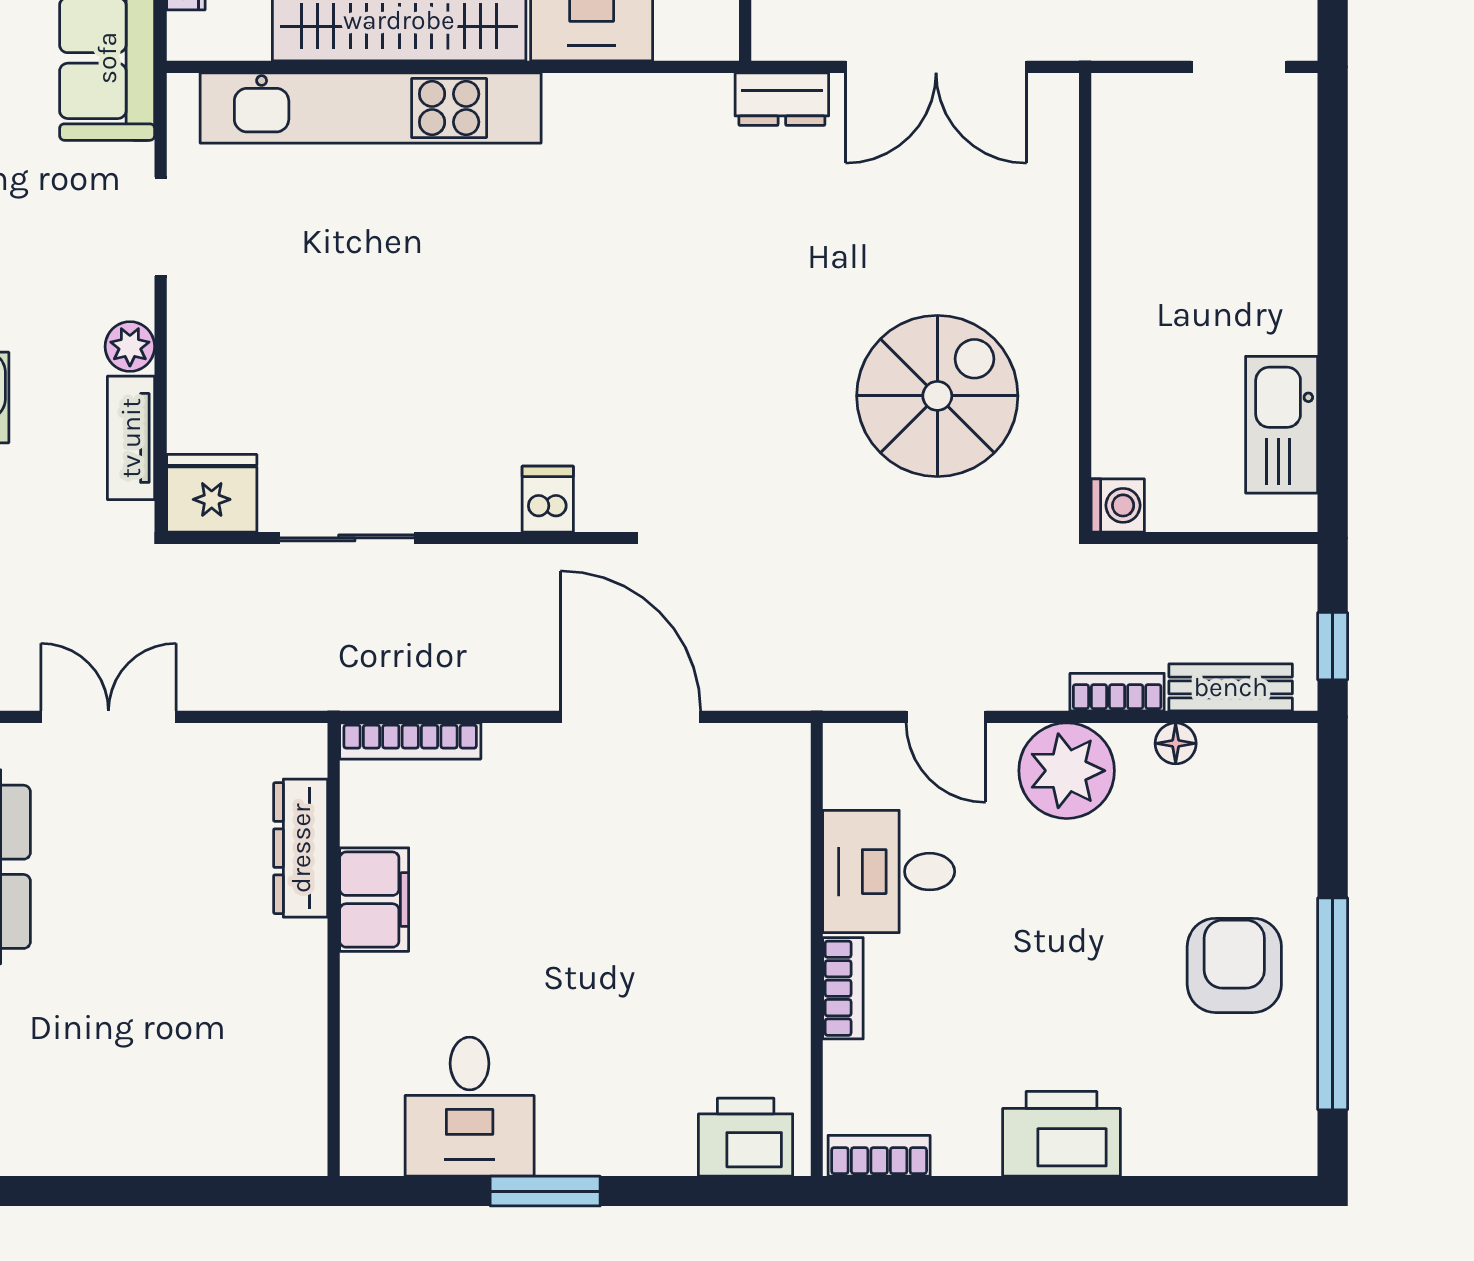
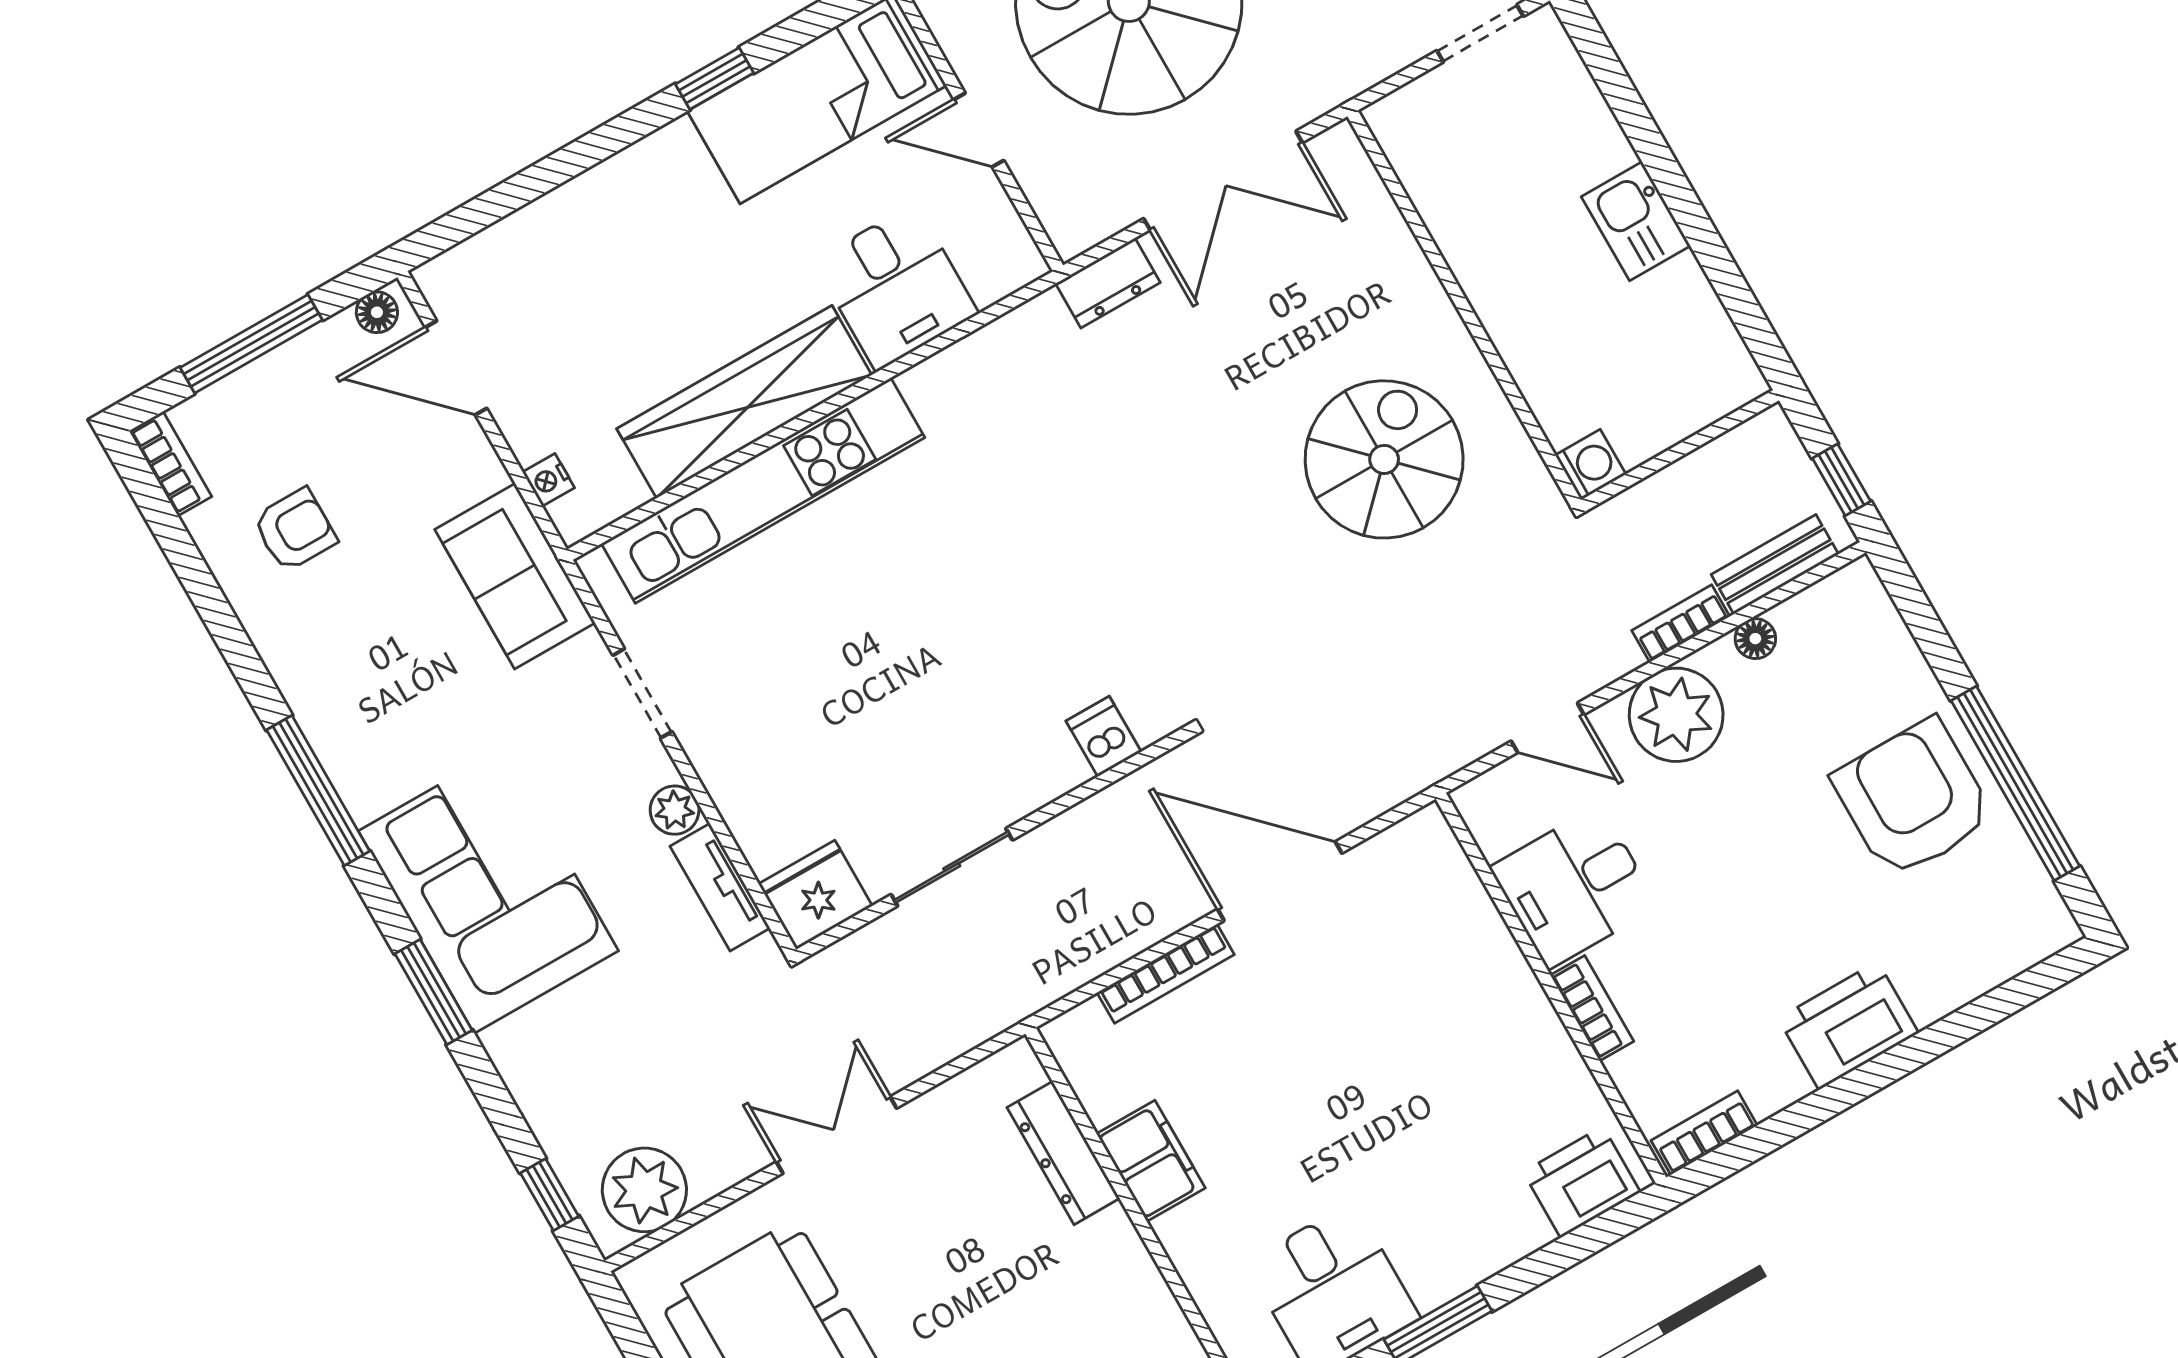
kitchen sink: (1282, 425) -> (1636, 221), moved, width x0.73
bookcase: (410, 741) -> (1166, 974), moved
armchair: (1234, 965) -> (1913, 799), width x1.36, depth x1.36

